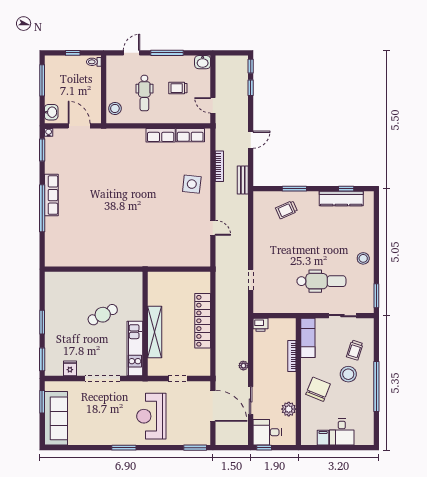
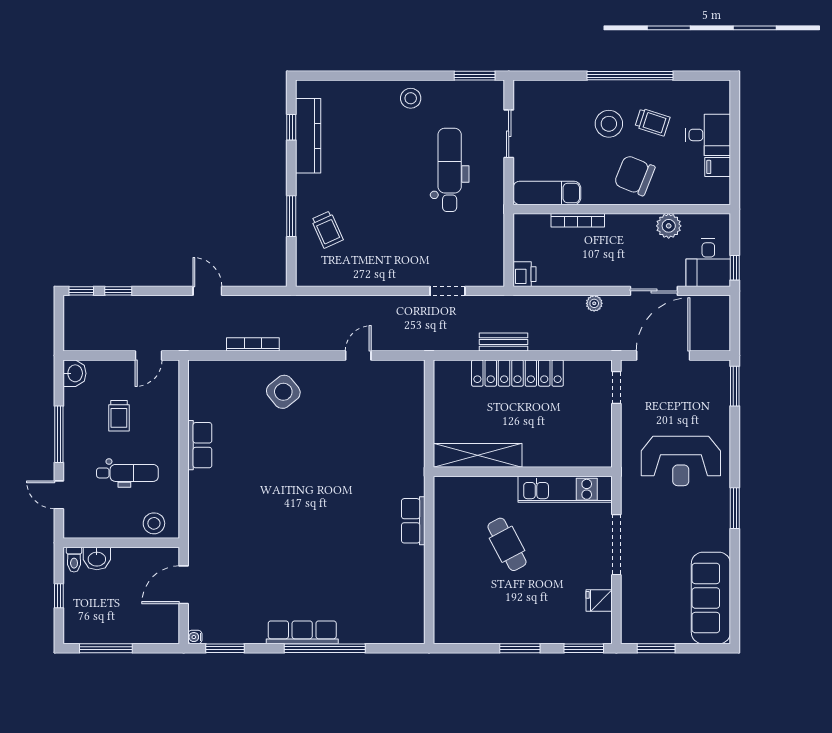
washbasin: (51, 112) -> (97, 558), moved, turned 180
row of seats: (190, 135) -> (413, 521), moved, turned 180
bench: (243, 180) -> (503, 342), moved
side table: (192, 184) -> (283, 392), turned 45
shelving: (155, 332) -> (478, 455), moved
trolley: (355, 350) -> (653, 122), moved
doorway: (178, 379) -> (616, 387), moved
sofa: (56, 418) -> (711, 598), moved, turned -90

